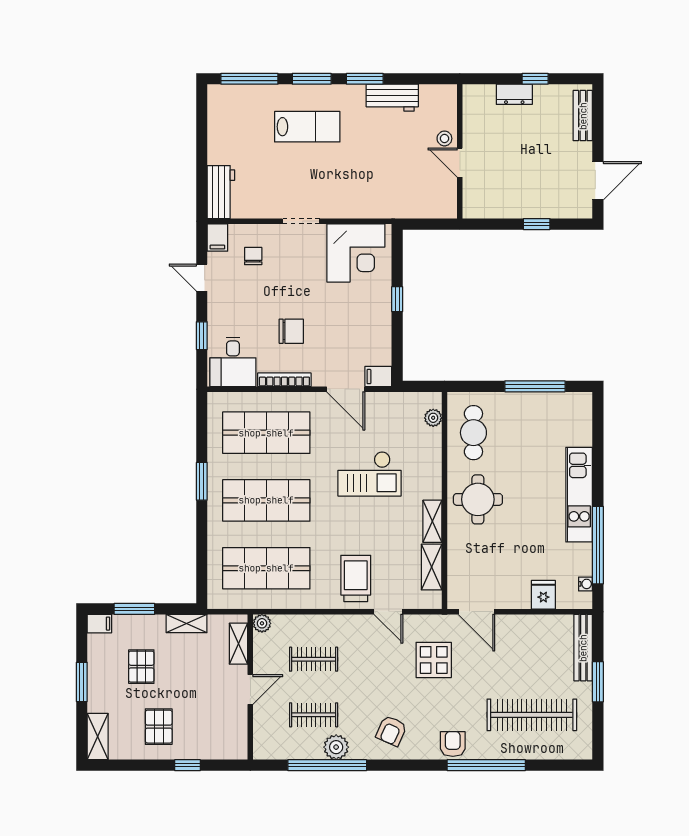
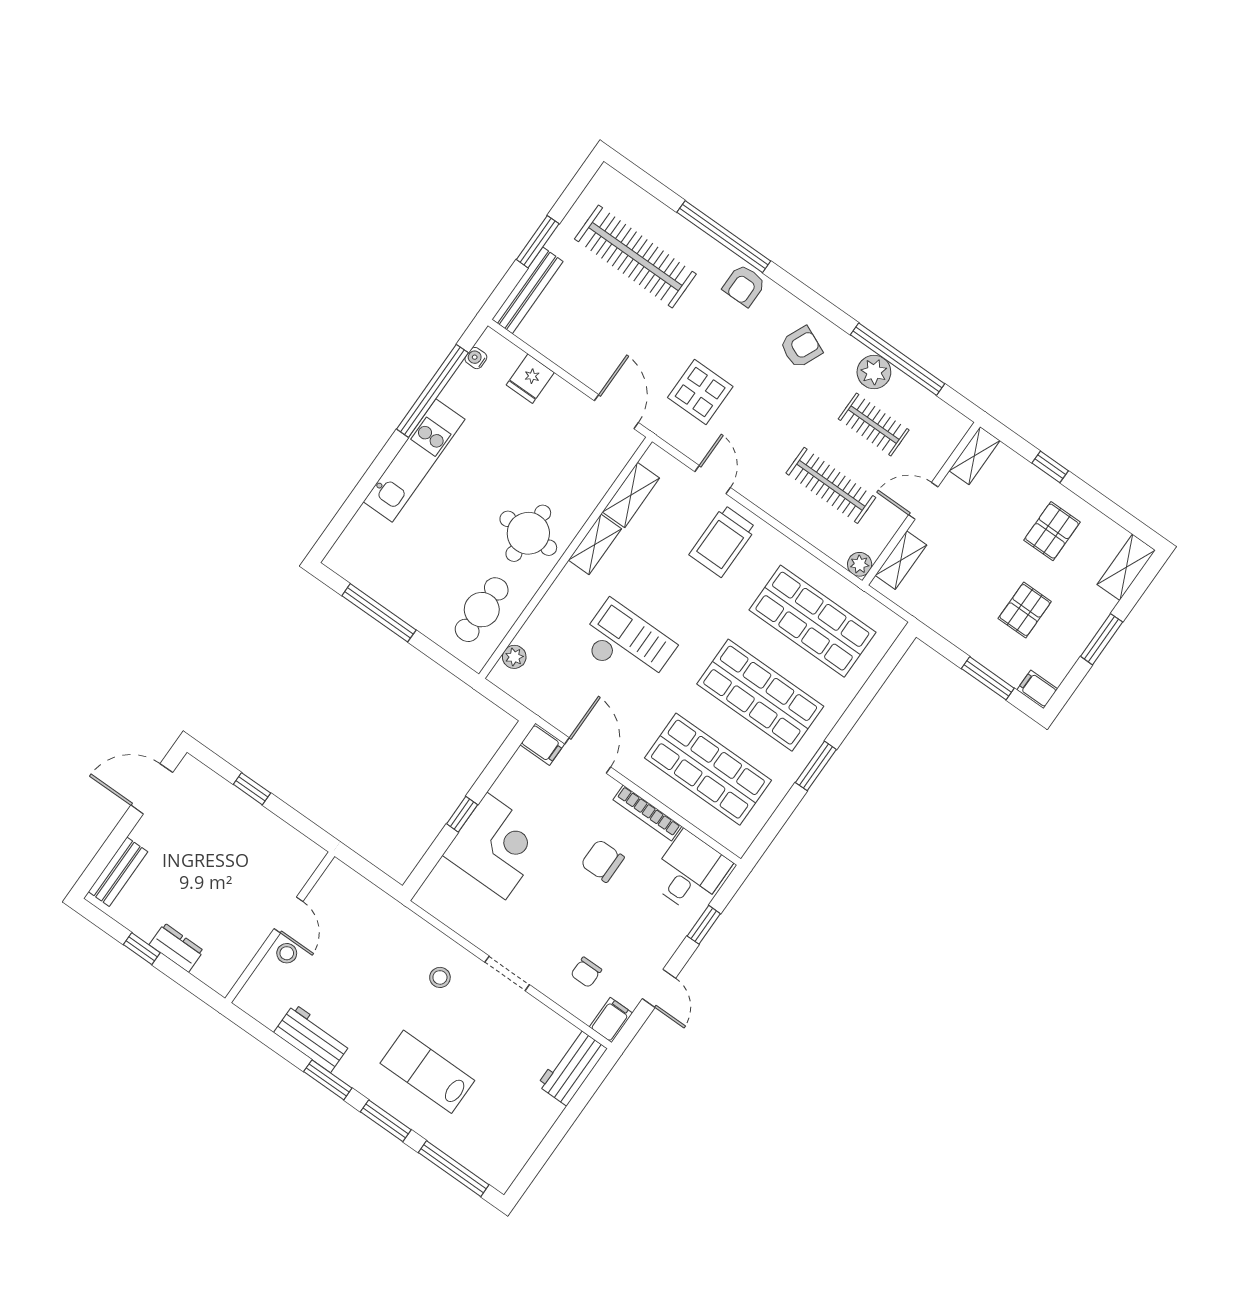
stool: (340, 190) -> (440, 977), added
corner desk: (356, 253) -> (496, 846), moved, turned 90
shelving: (187, 624) -> (974, 456), moved, turned 90
clothes rail: (314, 659) -> (831, 485), width x1.36

